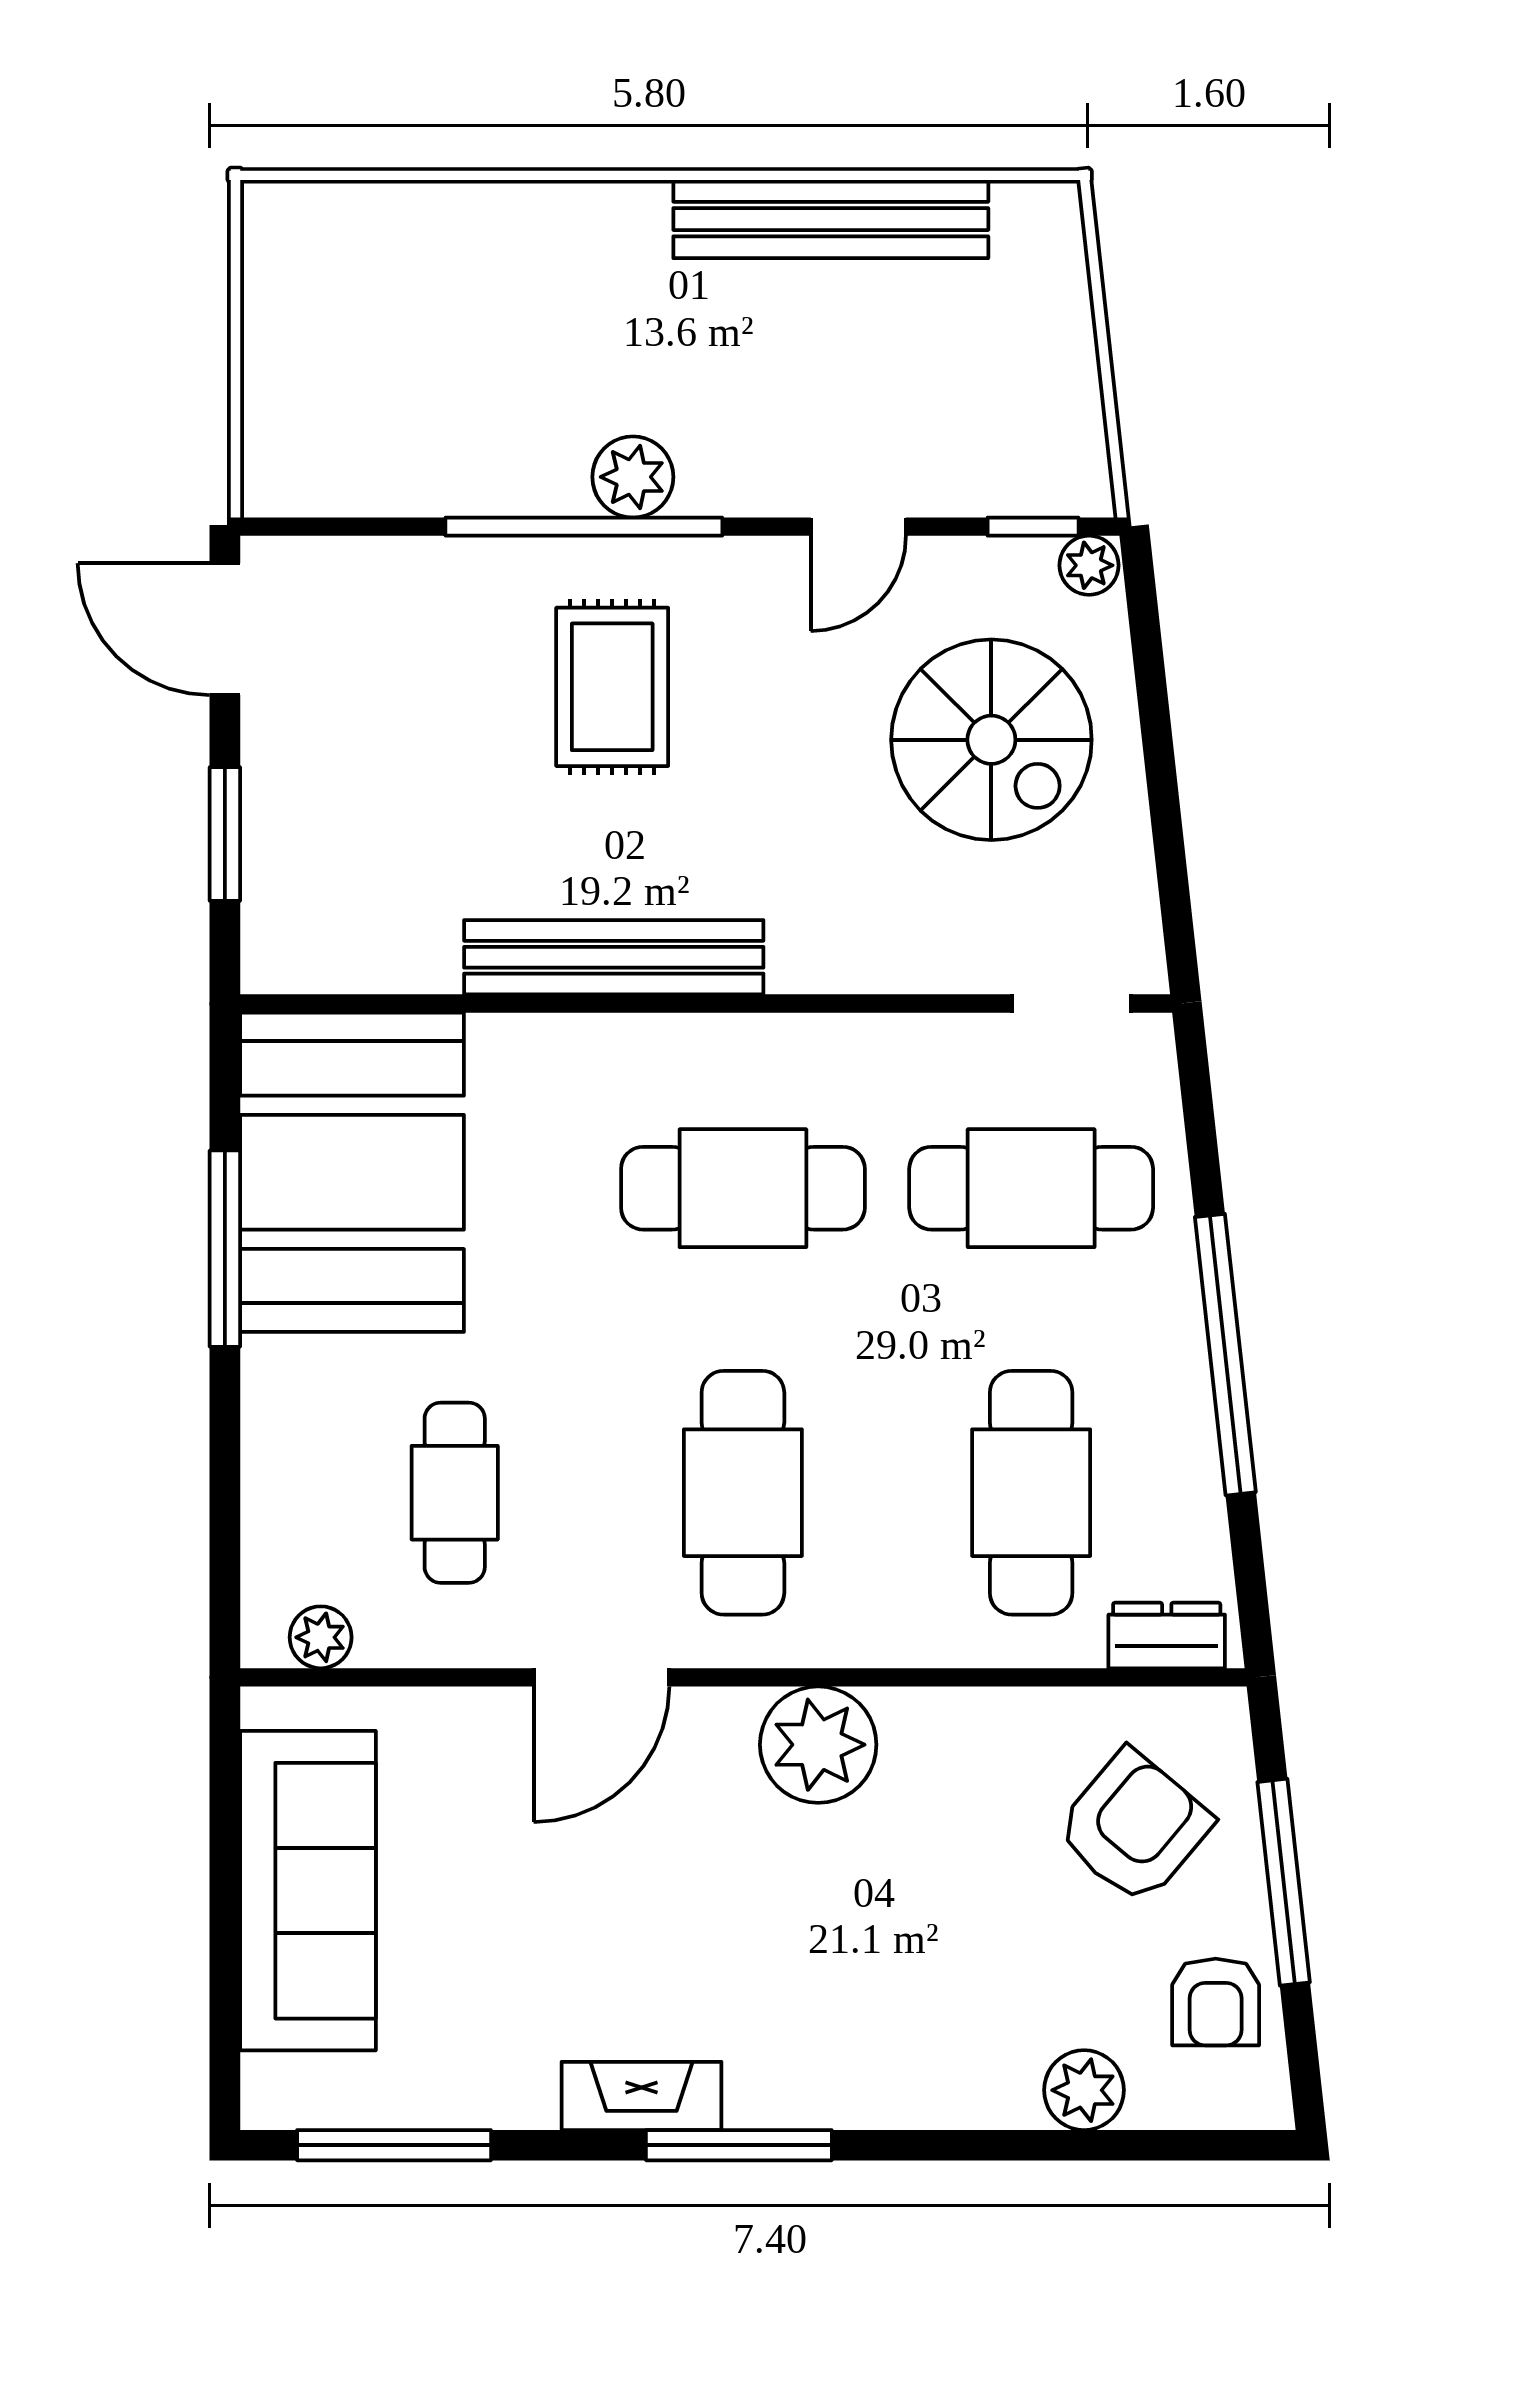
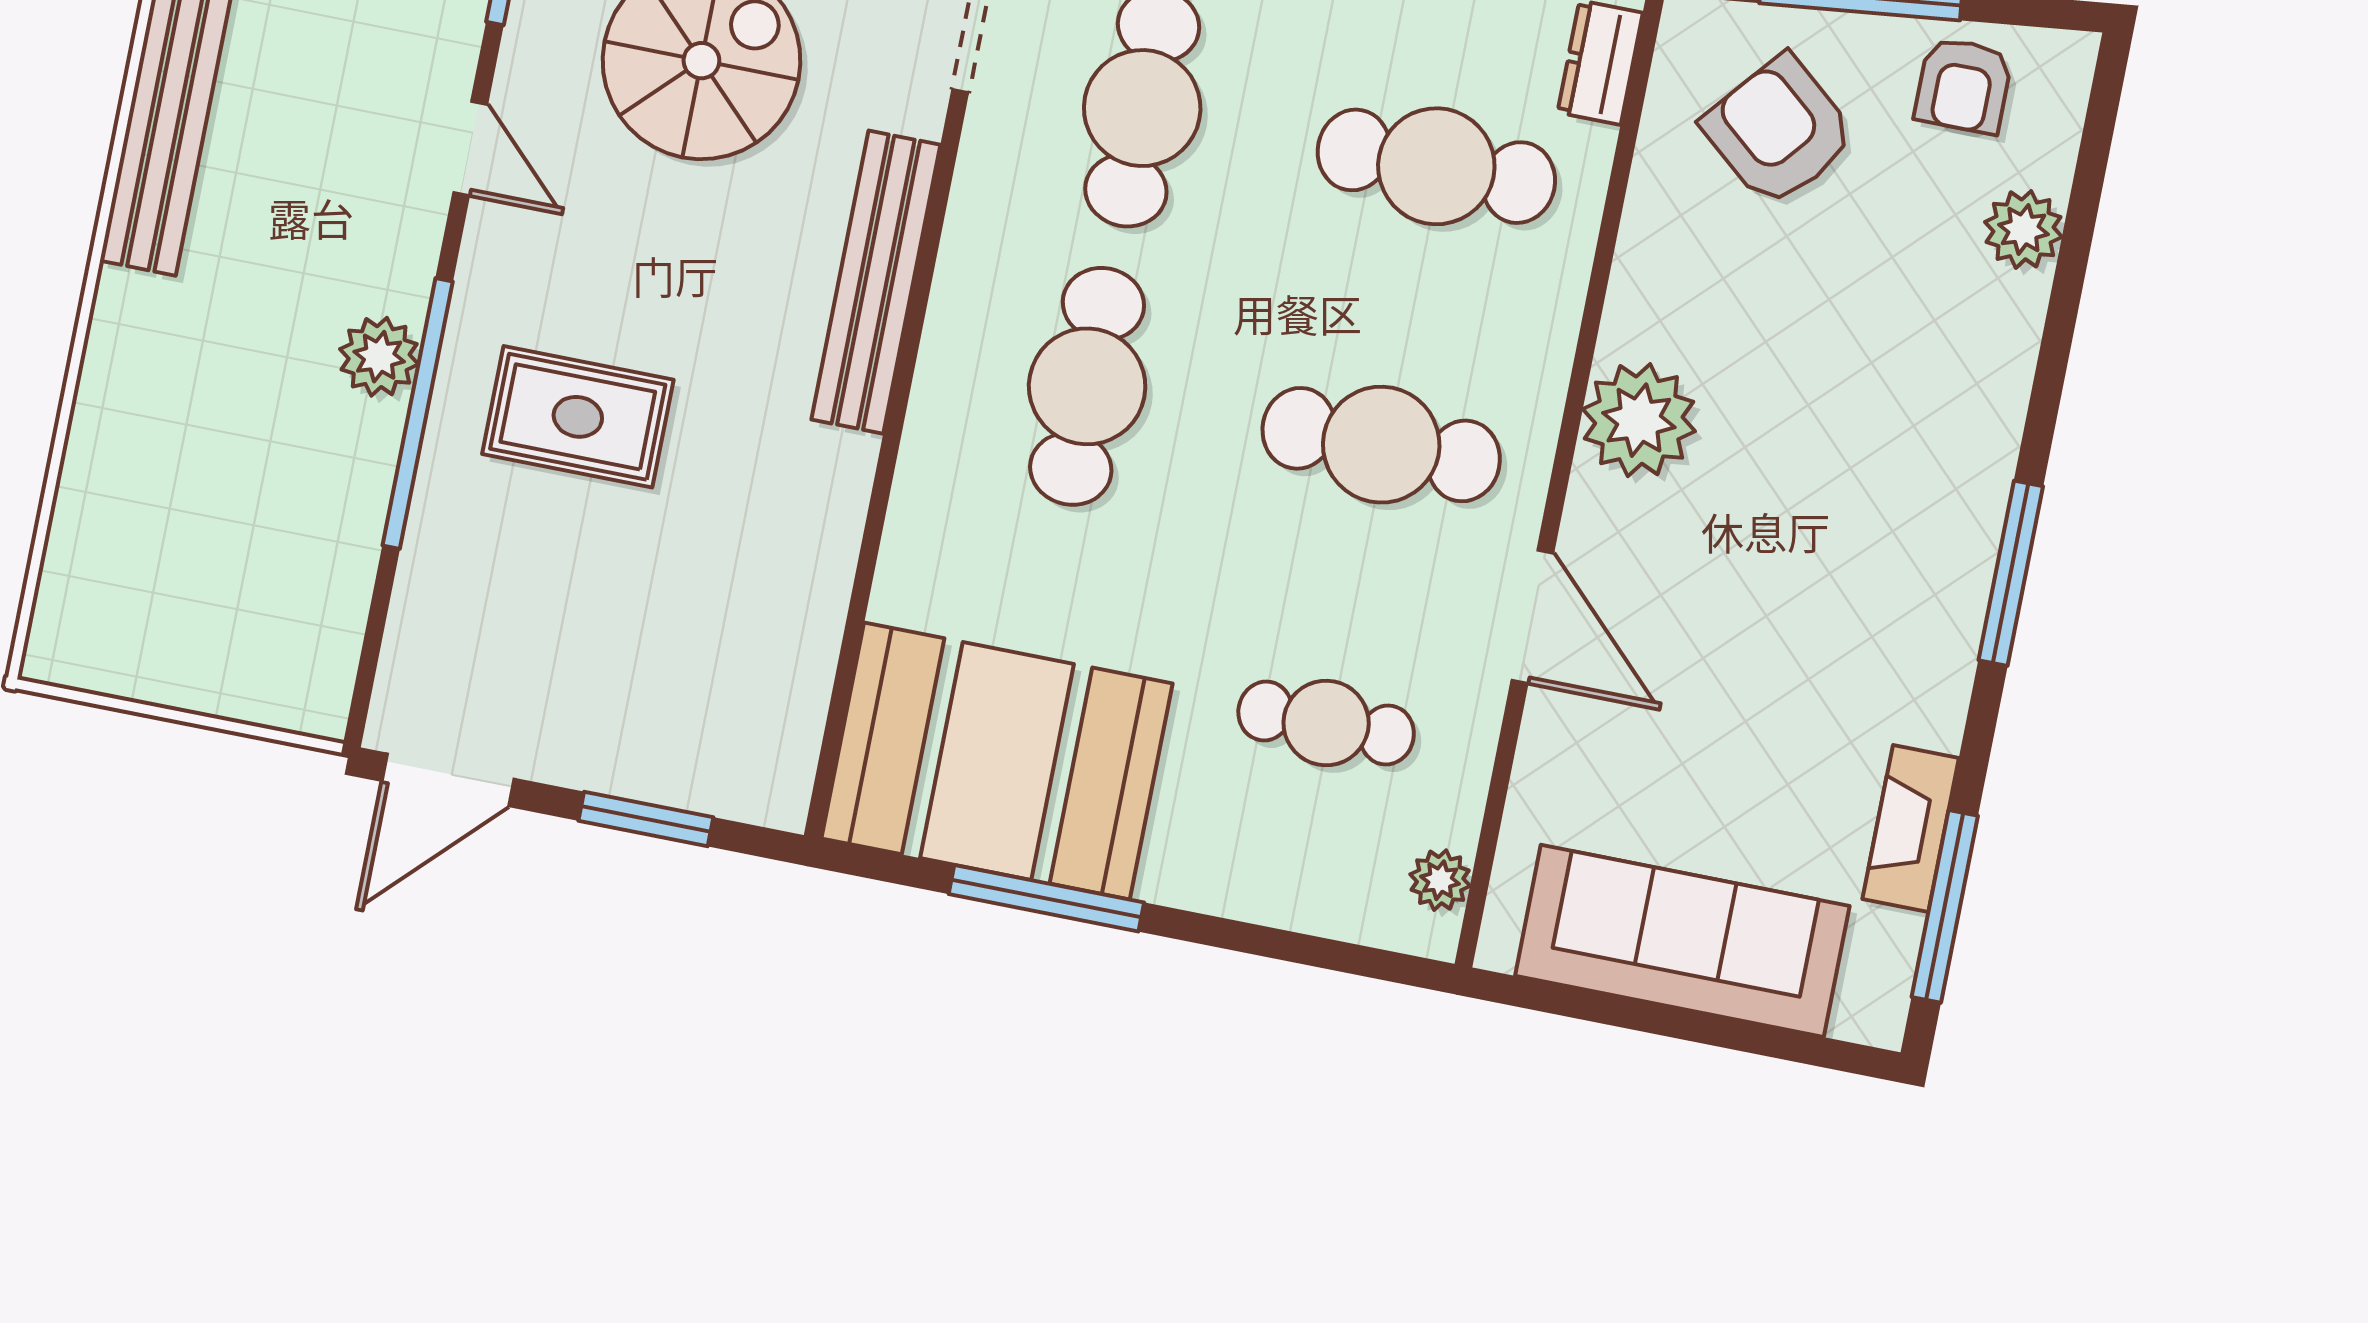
bench: (614, 957) -> (876, 282), moved
armchair: (1216, 2002) -> (1963, 85), turned 90
fireplace: (641, 2096) -> (1911, 828), moved

